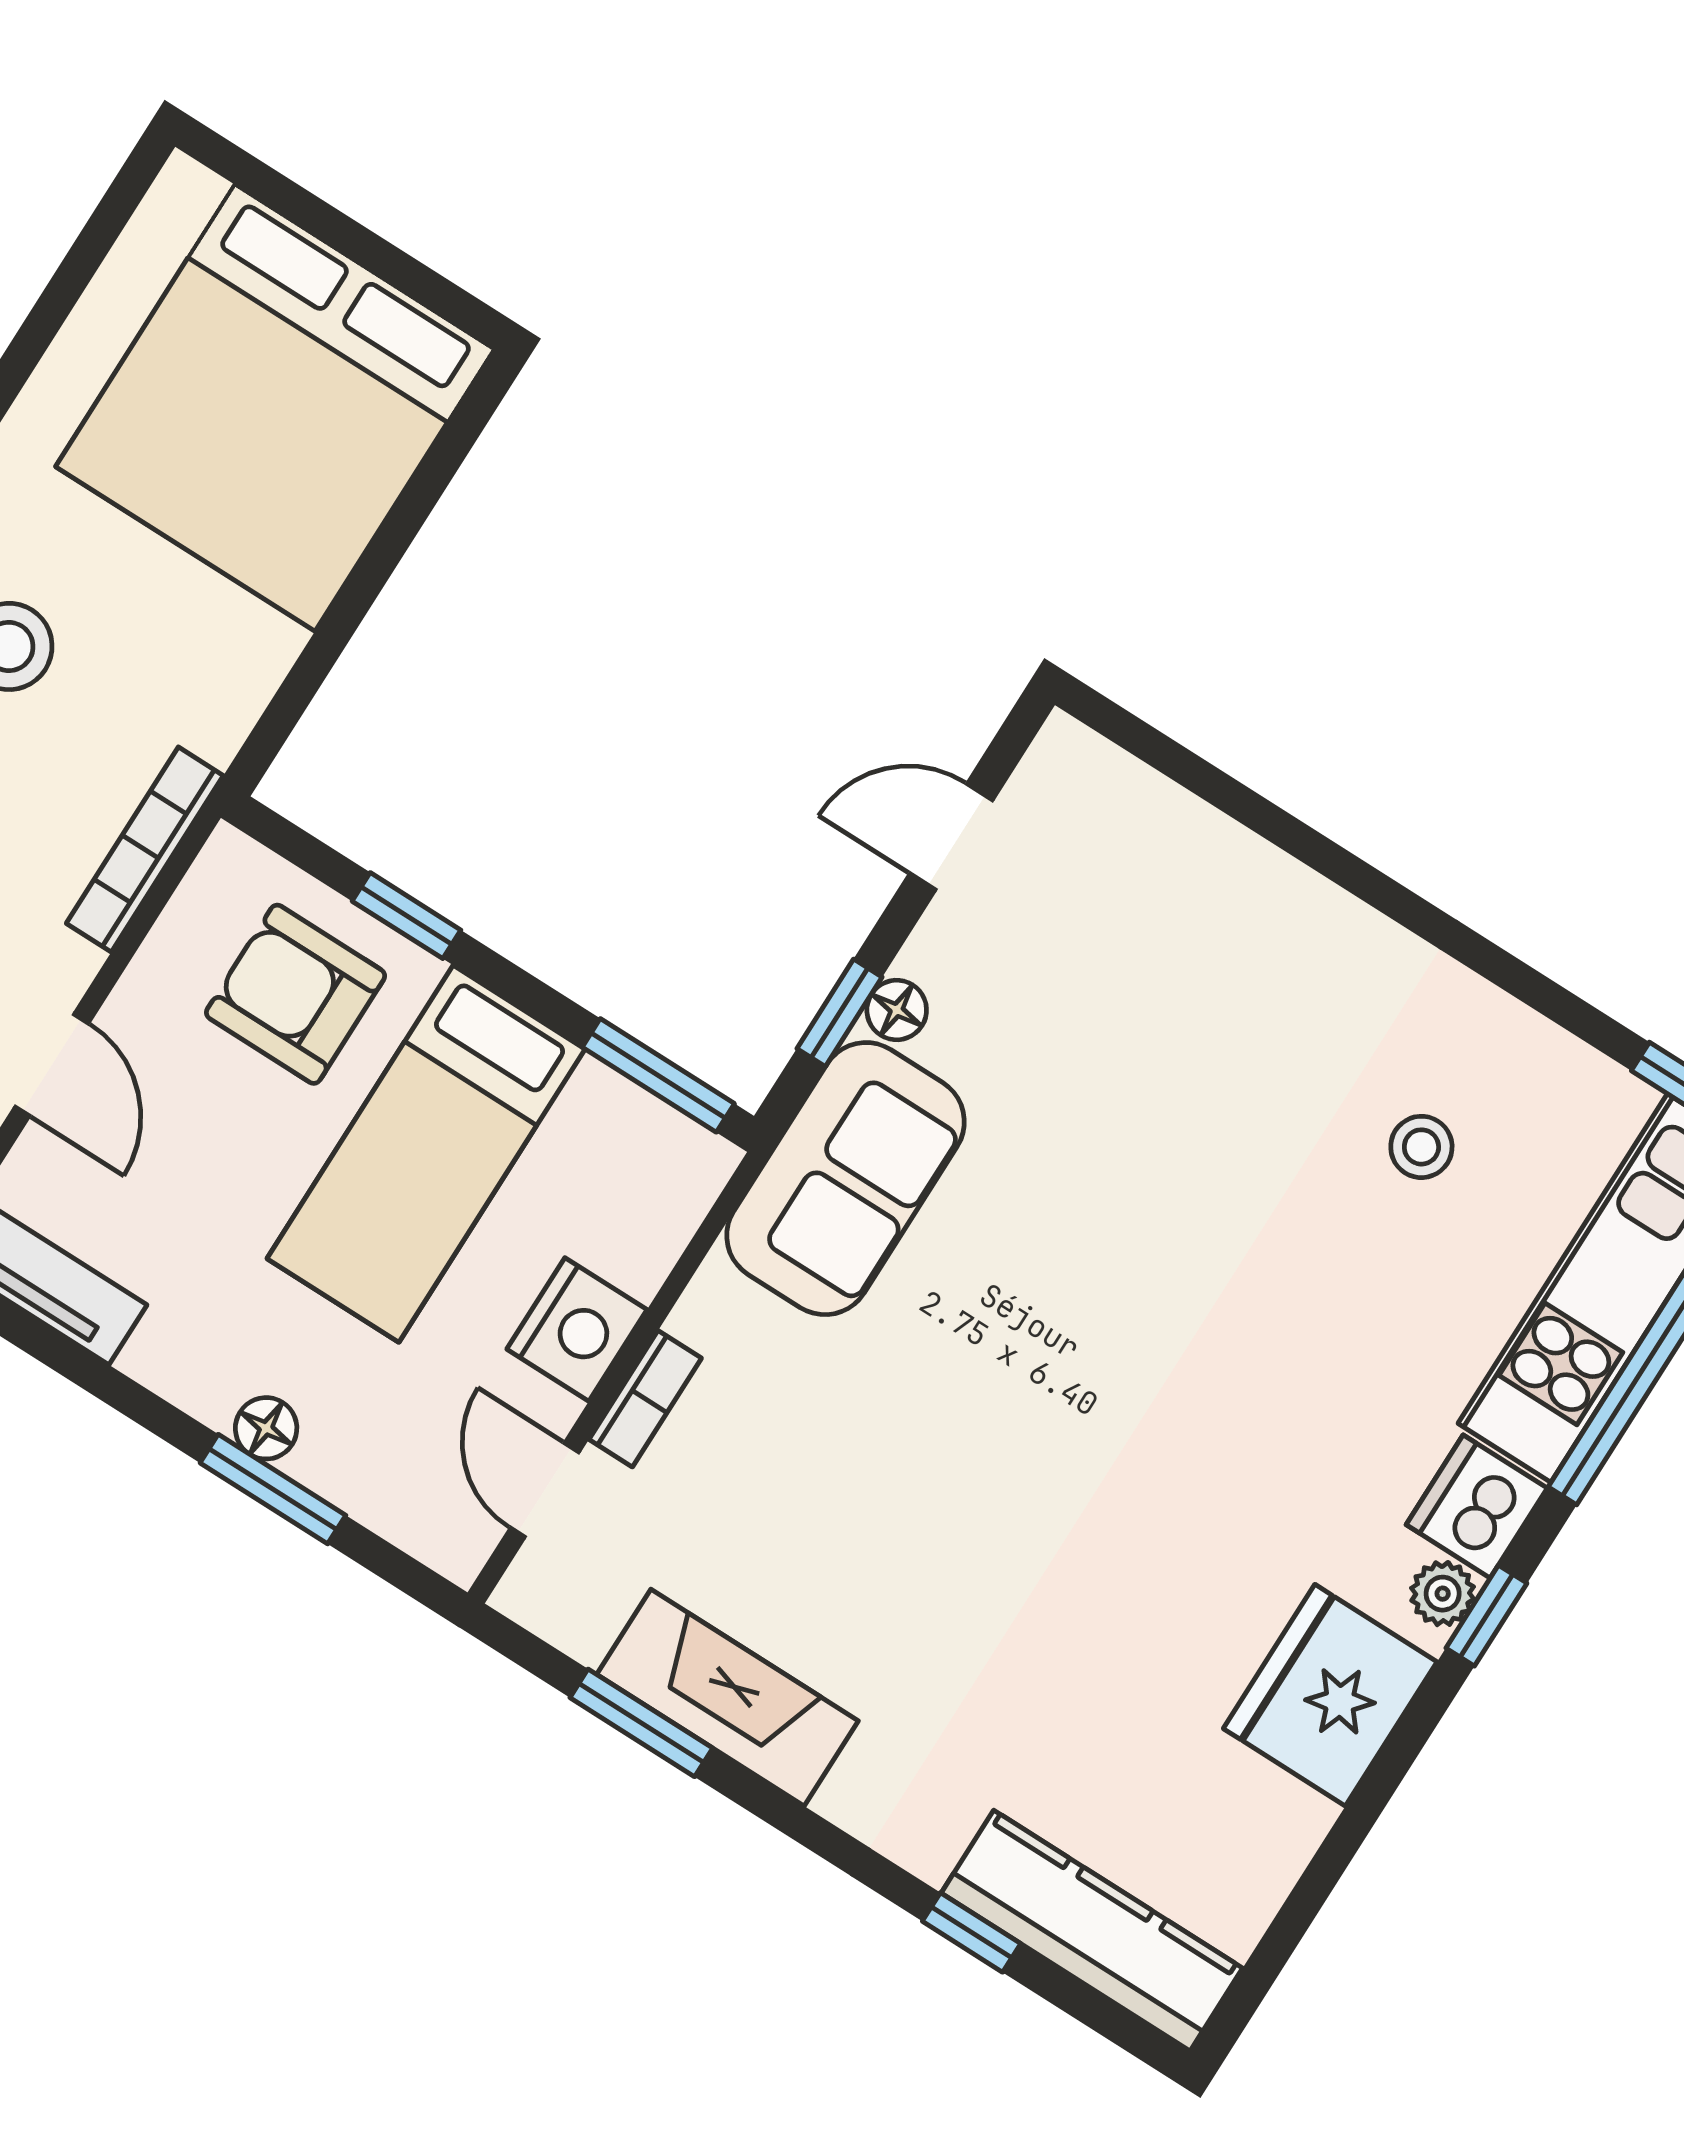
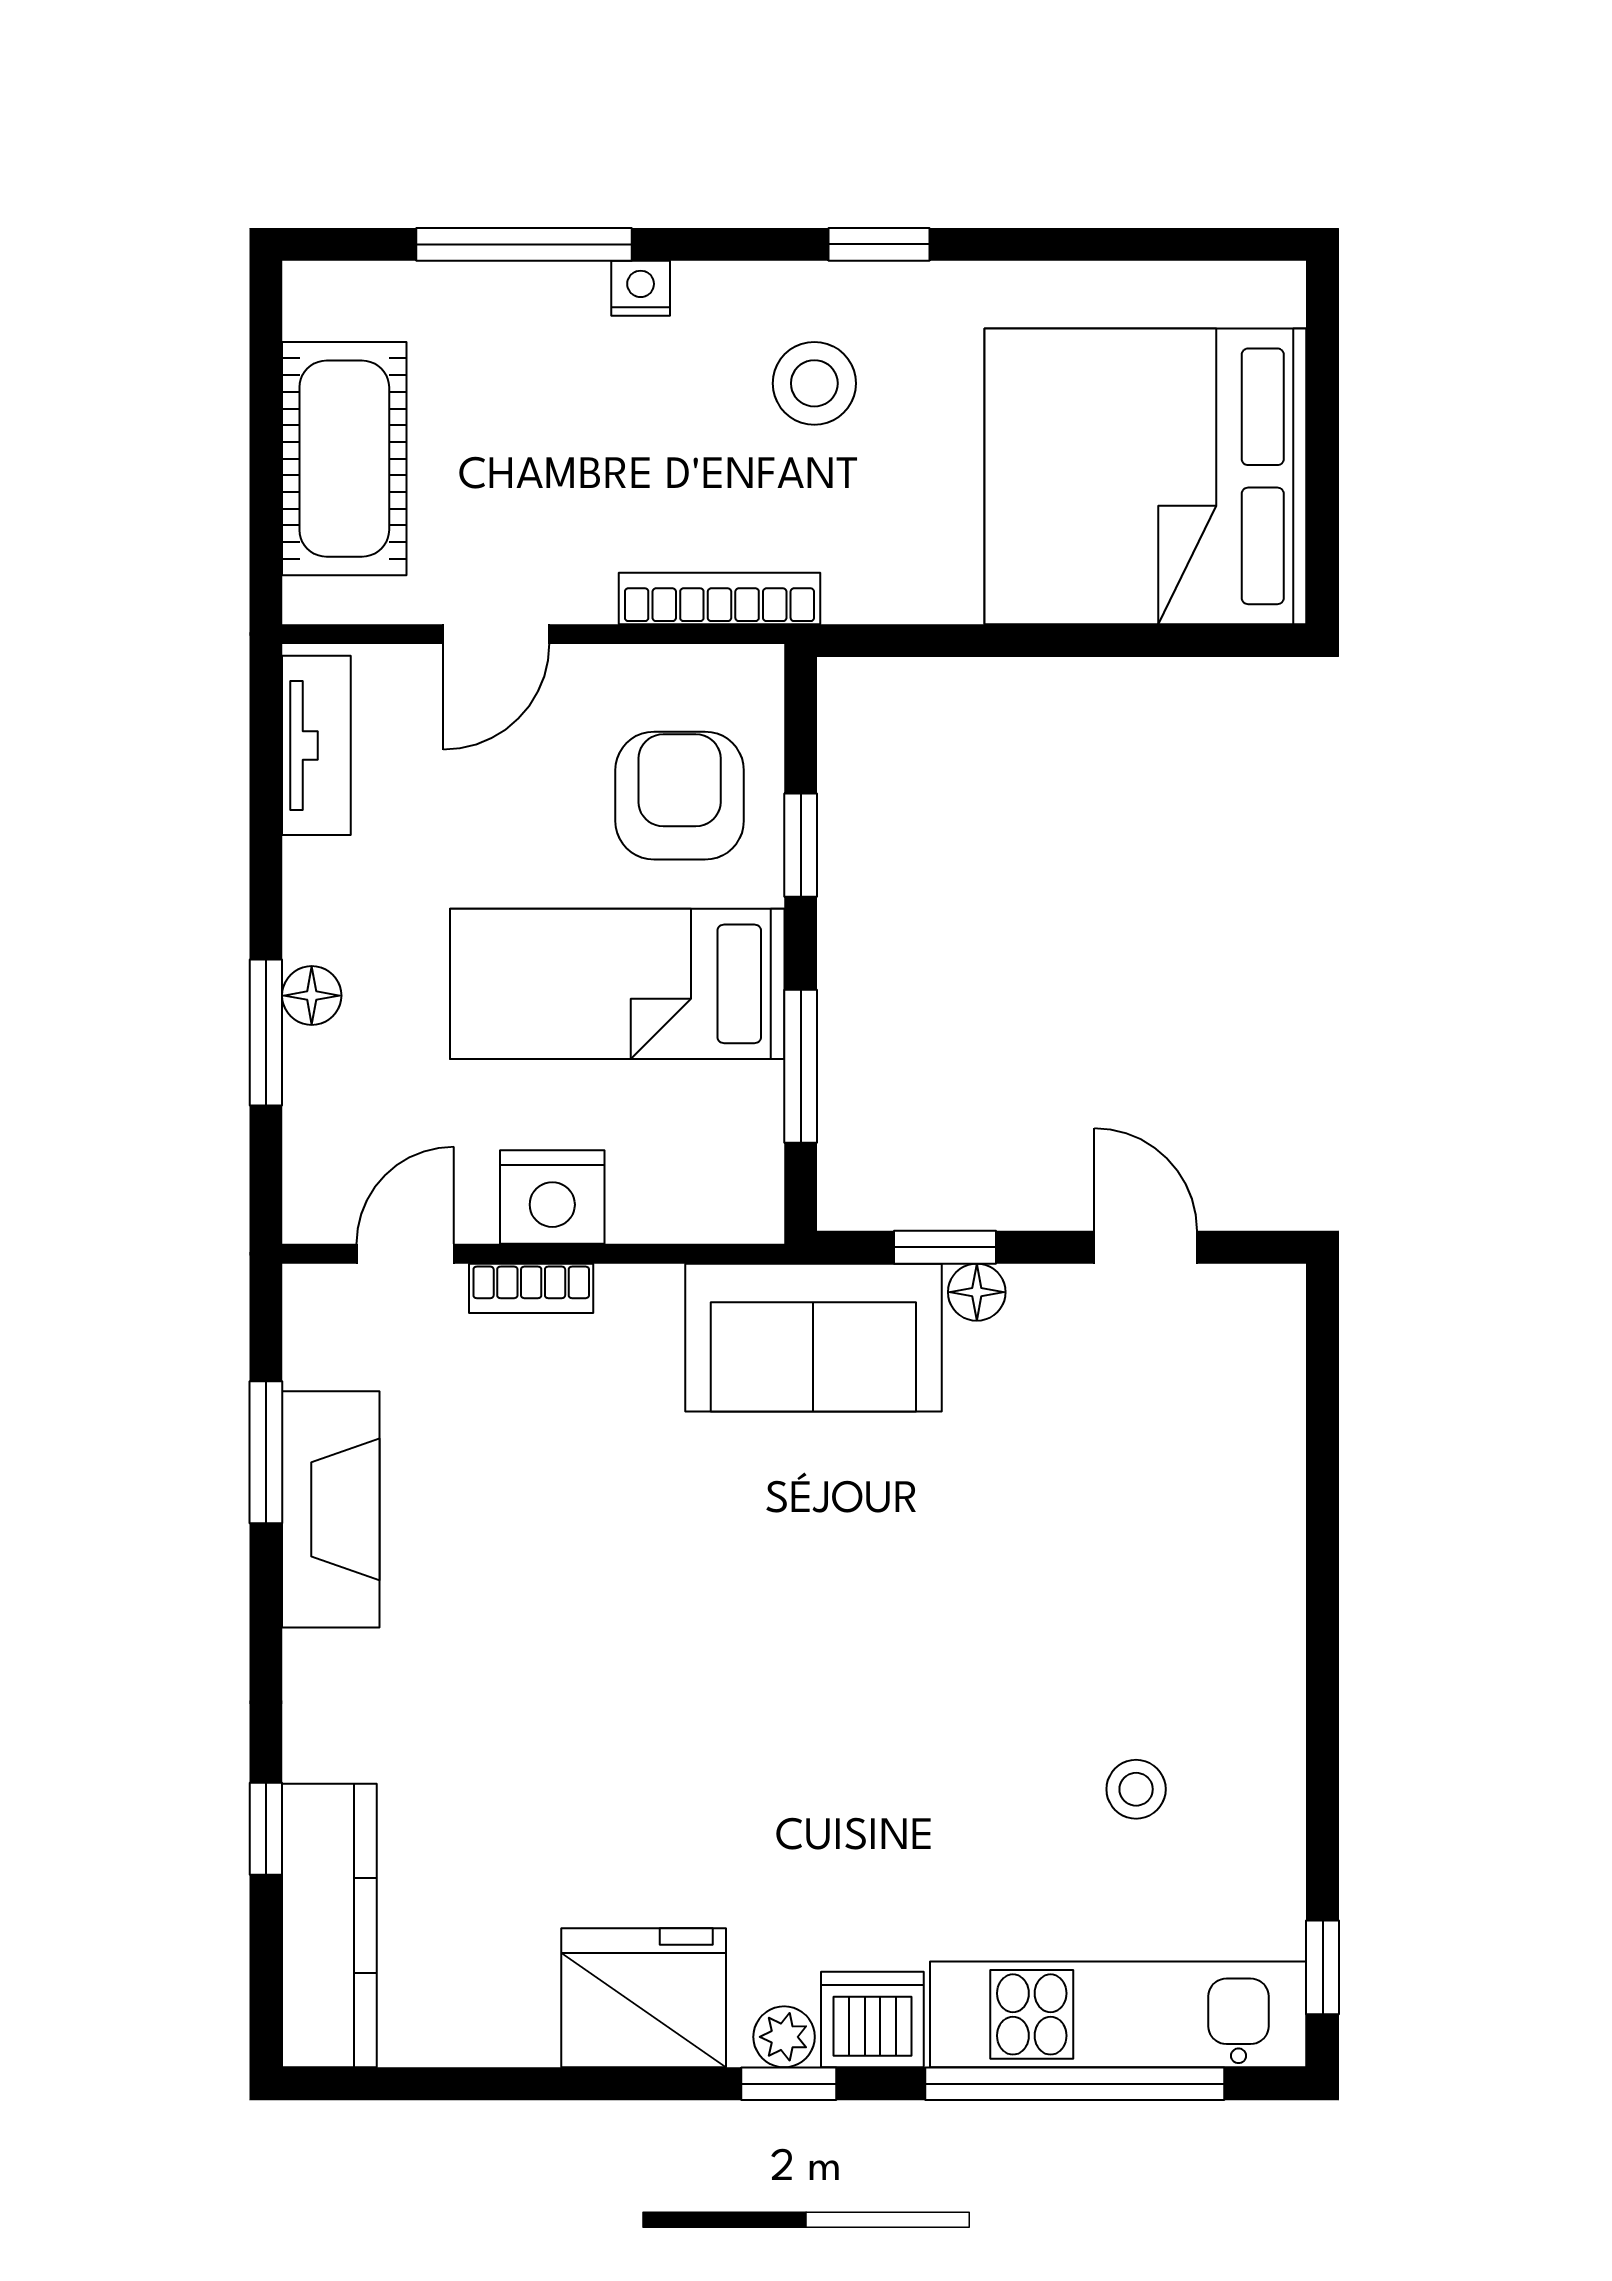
window: (658, 1075) -> (801, 1066), moved

